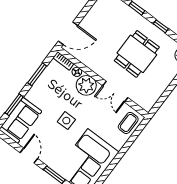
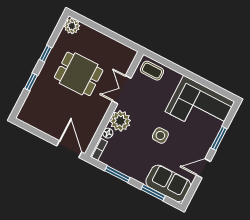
double door: (115, 92) -> (122, 90), swing flipped

